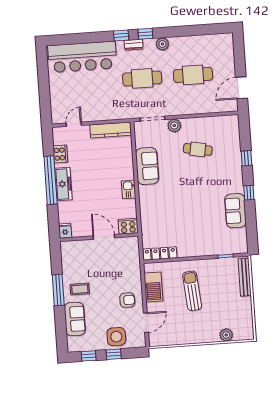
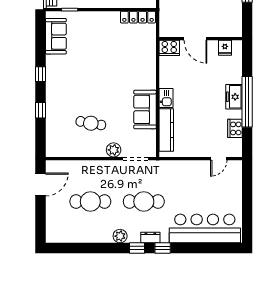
kitchen counter: (111, 130) -> (166, 130), moved, turned 90
freezer: (63, 184) -> (234, 97), width x0.71
kitchen sink: (129, 189) -> (166, 98), moved
sofa: (235, 211) -> (56, 36), moved
fridge: (65, 231) -> (225, 48), moved

